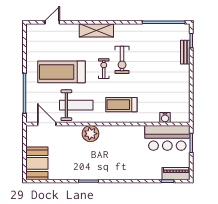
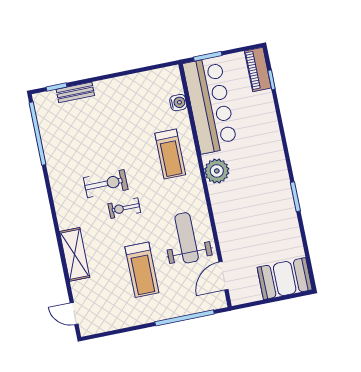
door: (52, 22) -> (74, 314), moved
shelving: (96, 30) -> (75, 254), moved
treadmill: (61, 72) -> (142, 270), width x0.73, depth x0.73
treadmill: (121, 105) -> (170, 154), moved
plant: (91, 134) -> (217, 171), moved
bar counter: (167, 138) -> (210, 105), width x1.36

